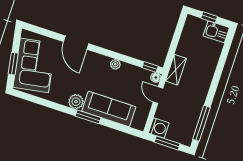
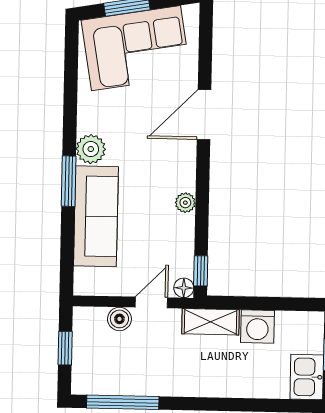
boiler: (161, 113) -> (119, 319), added
washing machine: (159, 128) -> (257, 327), moved
window: (167, 143) -> (65, 348), width x0.67

